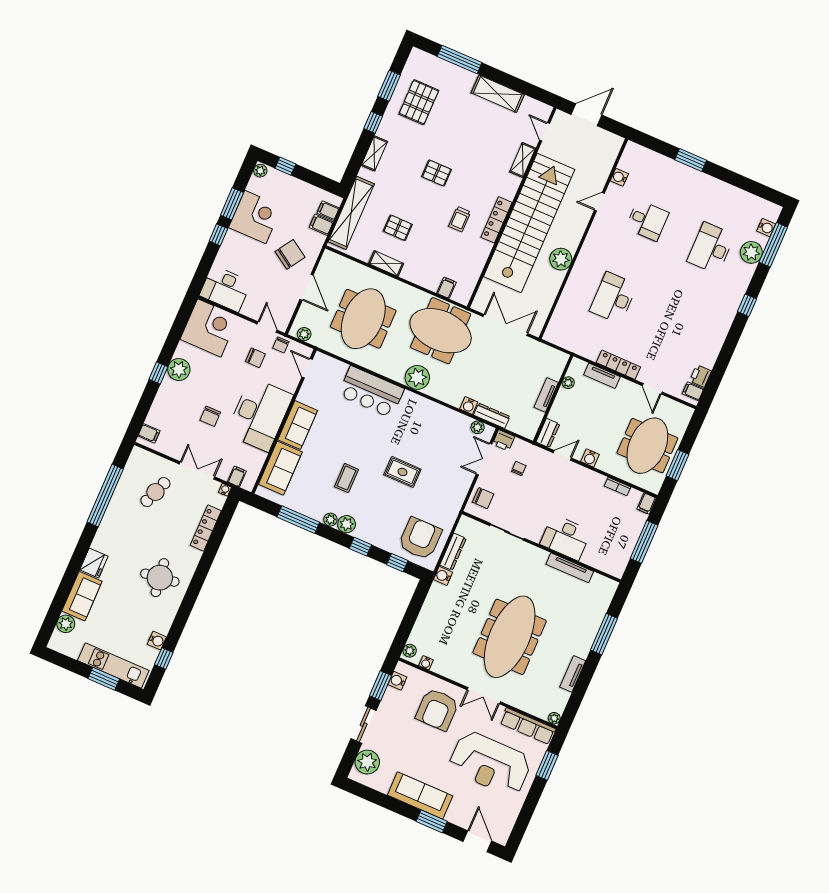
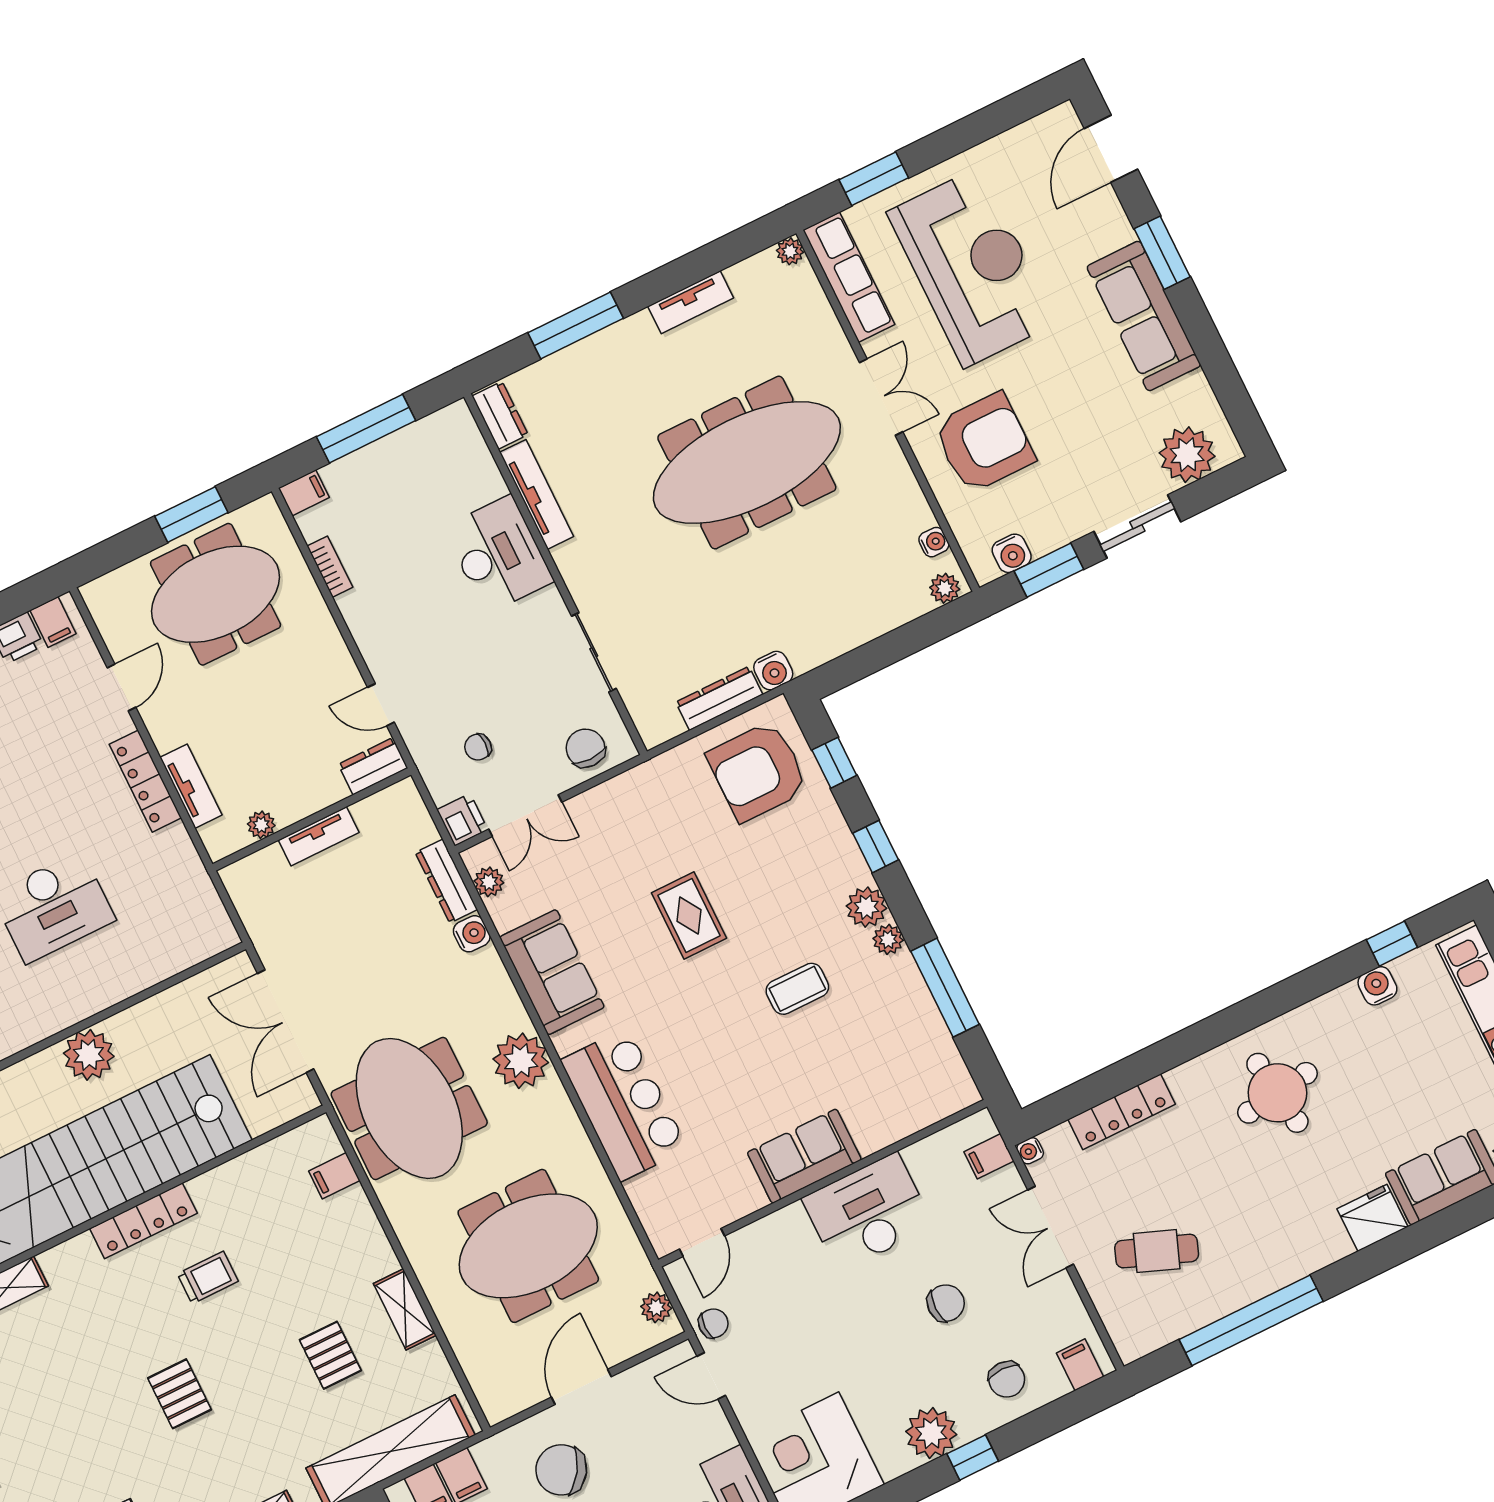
door: (267, 327) -> (711, 1376), hinge flipped
chair: (255, 358) -> (1007, 1379), moved, turned 180
desk: (259, 414) -> (868, 1212), width x0.73, depth x0.77
water cooler: (590, 458) -> (336, 659), removed
sofa: (280, 468) -> (552, 972), moved, turned 90
dresser: (604, 584) -> (500, 415), added

